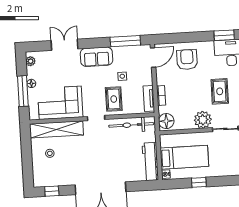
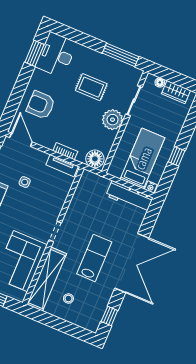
rug: (114, 99) -> (44, 203), removed
bicycle: (131, 125) -> (81, 198), removed
lab bench: (90, 158) -> (94, 258), added

